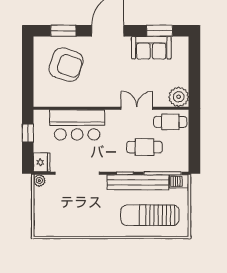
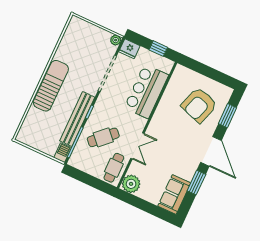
window: (160, 31) -> (196, 183), moved
sofa: (151, 48) -> (174, 194), moved
cafe table: (144, 147) -> (103, 137), turned 46
sun lounger: (150, 215) -> (51, 86), moved

